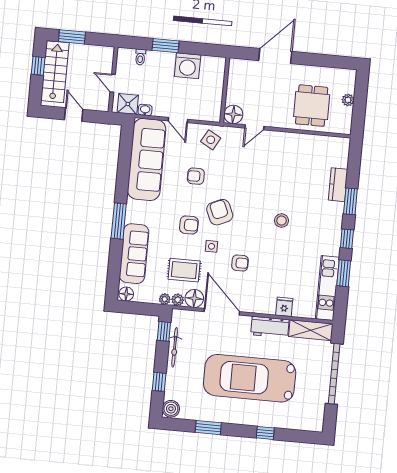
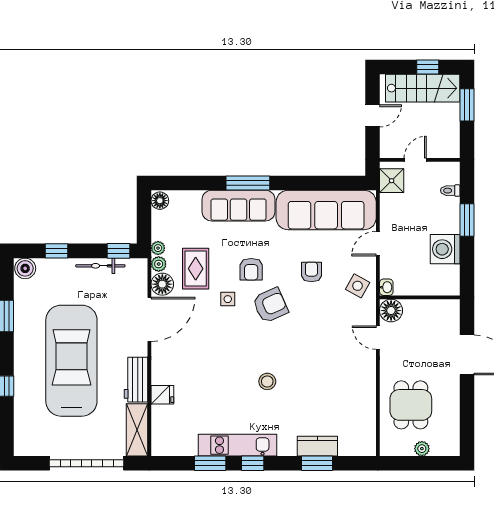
dining table: (312, 106) -> (411, 405), turned 90
washbasin: (145, 110) -> (386, 287), moved
window: (350, 201) -> (317, 463), moved
sofa: (134, 254) -> (239, 206), moved
armchair: (240, 263) -> (211, 336), removed
kitchen unit: (327, 288) -> (237, 445), moved

